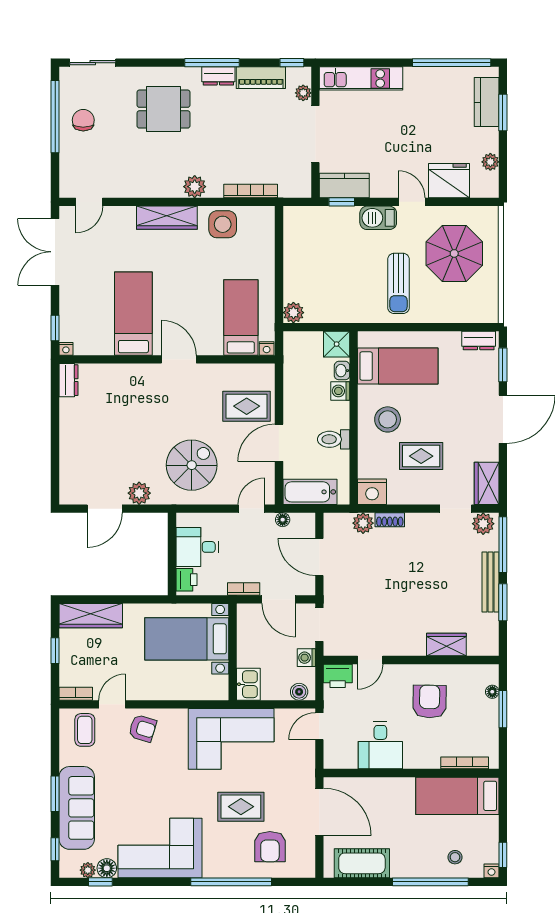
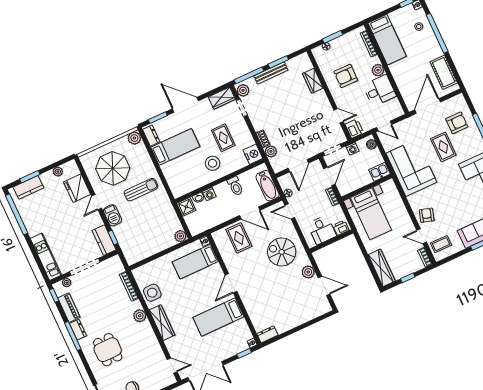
plant: (487, 311) -> (134, 138), added
bed: (398, 366) -> (175, 147), moved, turned 90
plant: (415, 758) -> (378, 70), added

